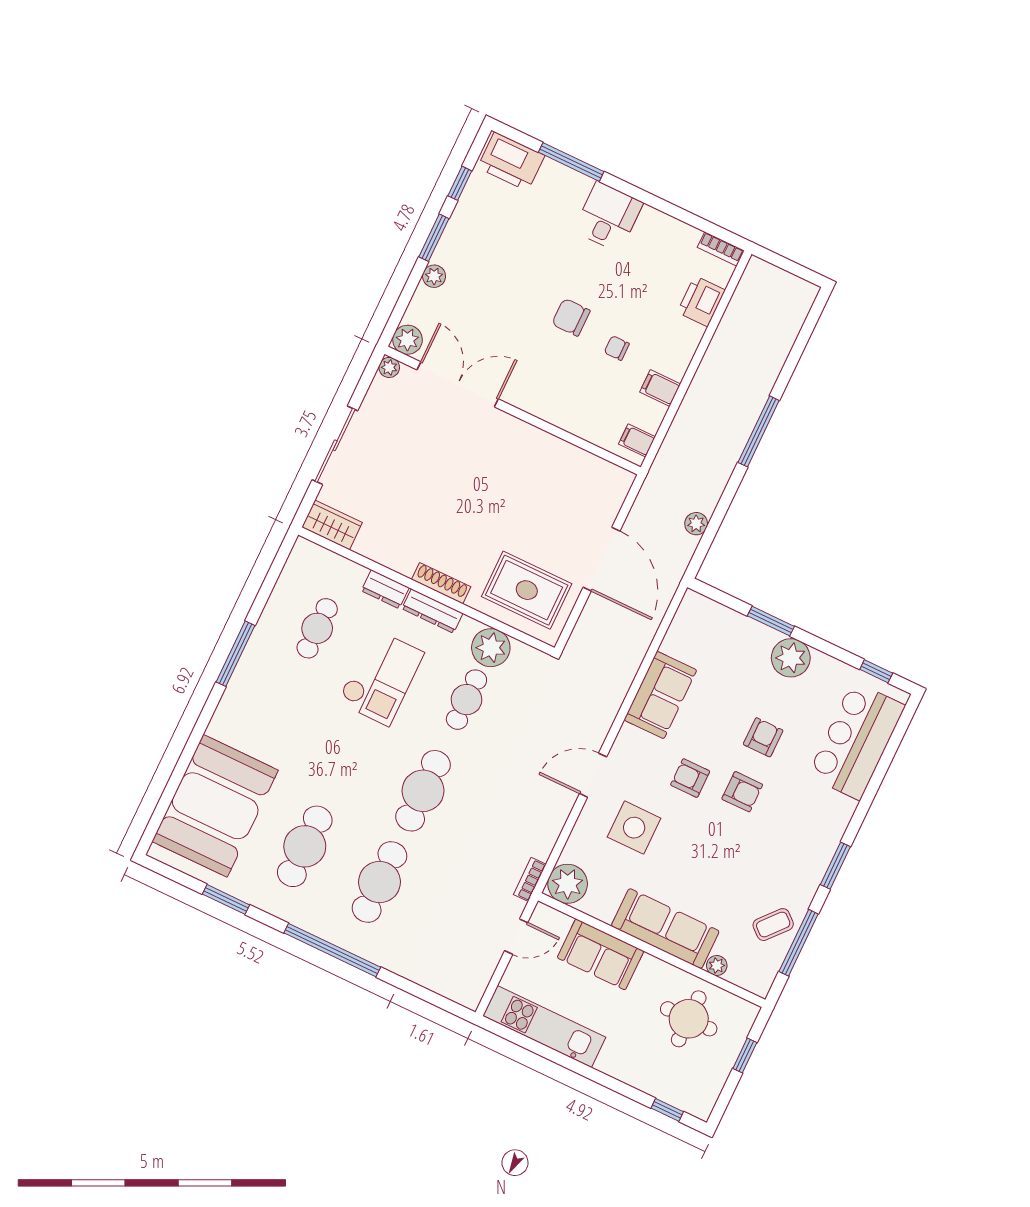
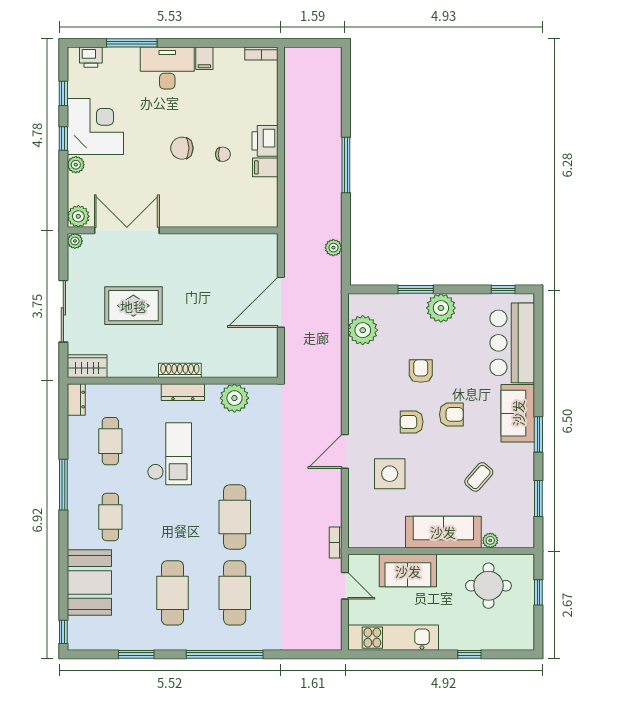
printer: (511, 162) -> (91, 57), width x0.53, depth x0.68
desk: (608, 217) -> (167, 68), width x1.37
window: (434, 238) -> (63, 139), width x0.67
corner desk: (480, 241) -> (95, 126), added
printer: (701, 301) -> (265, 141), moved
chair: (617, 348) -> (223, 154), turned 180
filing cabinet: (637, 440) -> (204, 58), moved, turned -90
door: (602, 559) -> (281, 302), swing flipped
dresser: (385, 589) -> (76, 400), moved, turned -90
rug: (527, 590) -> (133, 306), moved
sofa: (660, 695) -> (518, 413), moved, turned 180
cafe table: (466, 700) -> (110, 517), moved
armchair: (763, 737) -> (421, 371), moved
booth: (215, 806) -> (89, 582), width x0.73, depth x0.70
window: (151, 831) -> (63, 632), added
plant: (568, 884) -> (363, 330), moved
coffee table: (773, 925) -> (479, 477), moved
door: (516, 937) -> (345, 586), hinge flipped
window: (799, 943) -> (538, 499), width x0.69
window: (667, 1110) -> (469, 654), moved

